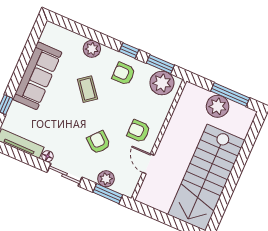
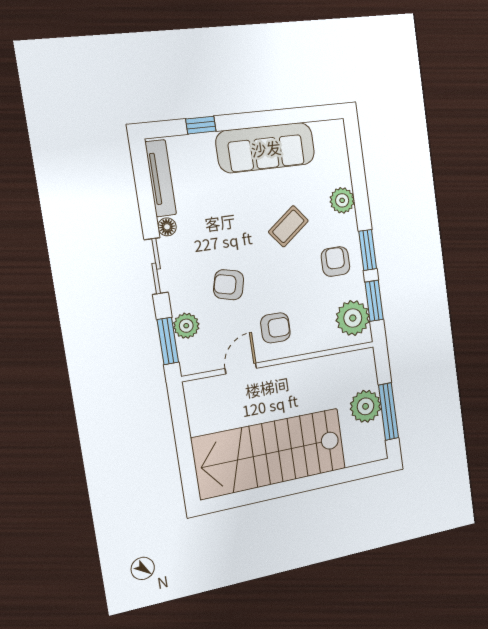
window: (129, 51) -> (368, 250), width x1.50
armchair: (139, 131) -> (275, 328), turned 90
armchair: (99, 142) -> (229, 285), turned -117

